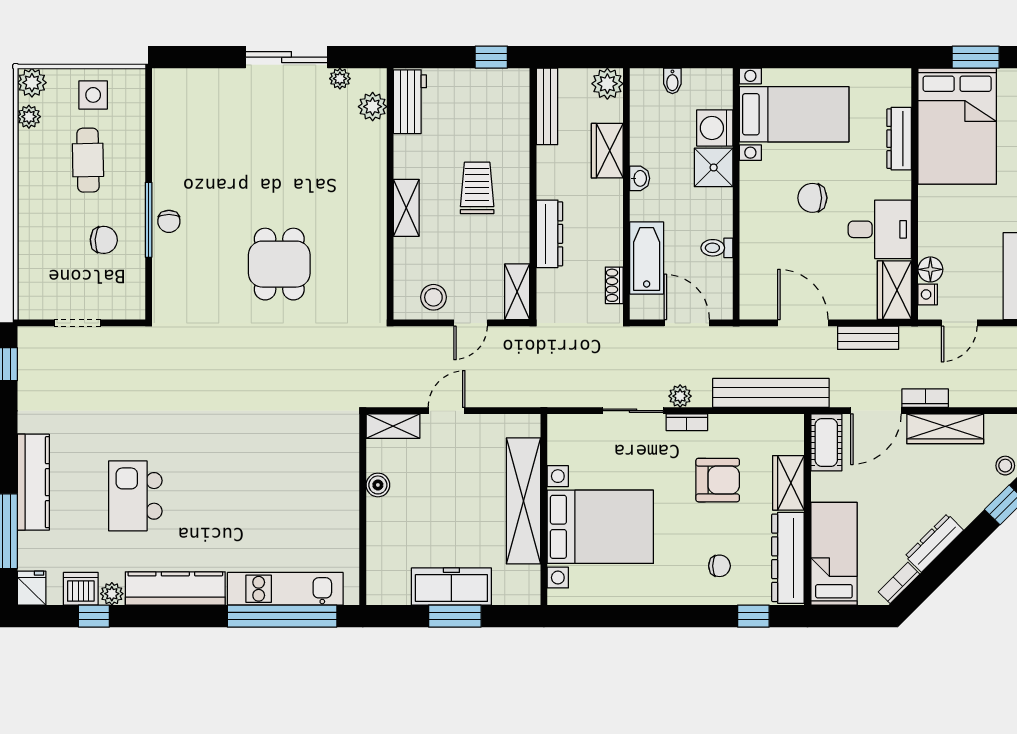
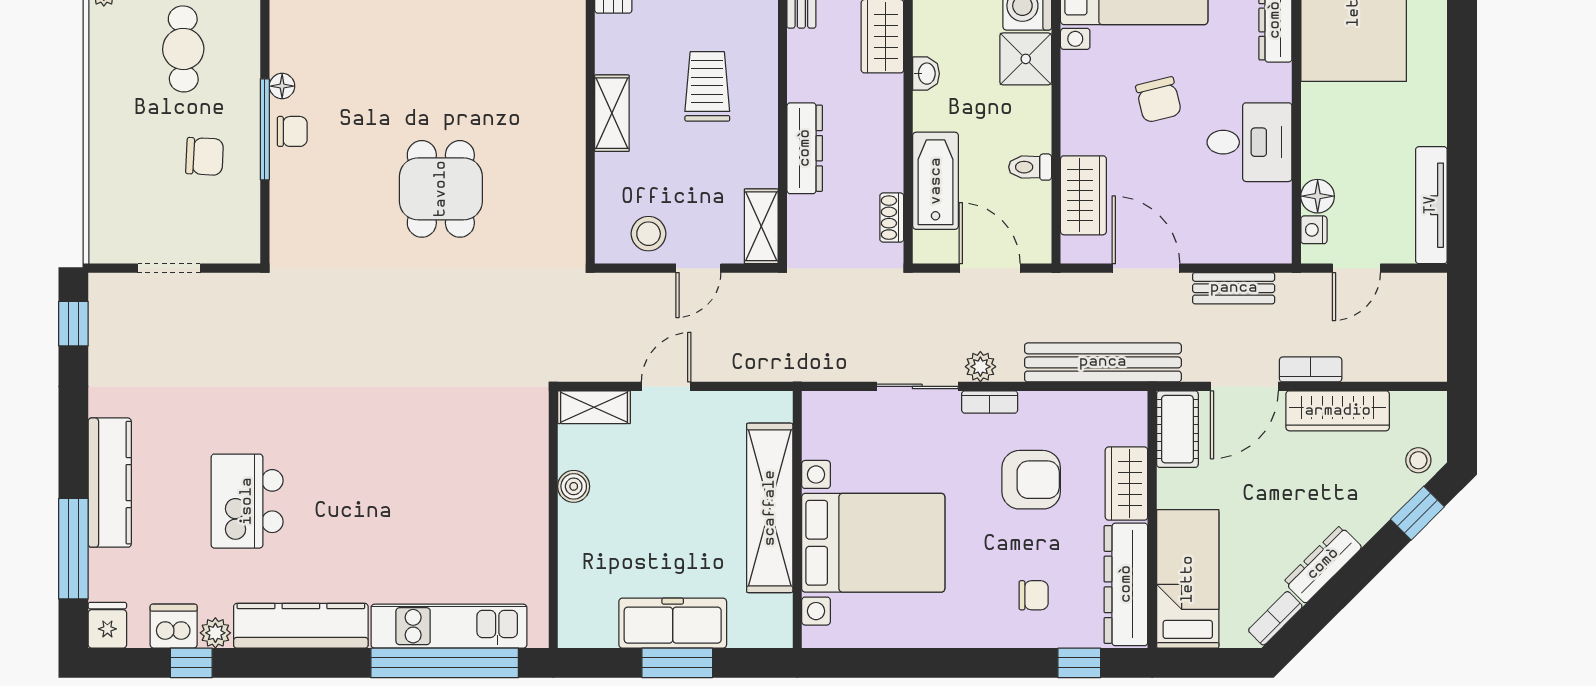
floor lamp: (161, 188) -> (282, 86), added
chair: (812, 198) -> (1159, 100), turned -104
chair: (169, 221) -> (292, 131), turned -90
wardrobe: (894, 290) -> (1083, 195), moved, turned 180

